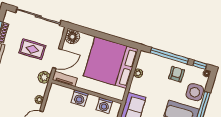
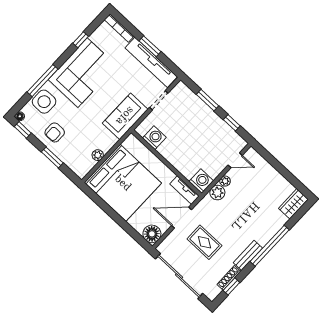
window: (169, 56) -> (52, 157), width x0.47
plant: (44, 77) -> (217, 193), moved
washing machine: (80, 98) -> (201, 181), moved

